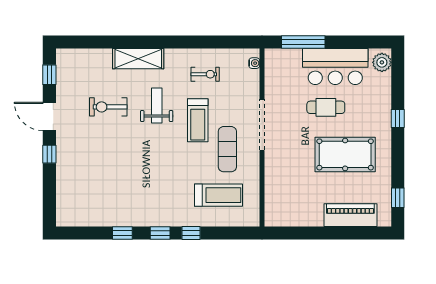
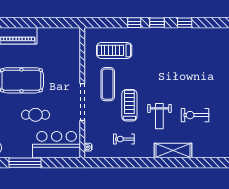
window: (303, 42) -> (25, 163), moved
bar counter: (335, 67) -> (57, 145), moved
exercise bike: (108, 107) -> (195, 115), turned 180

